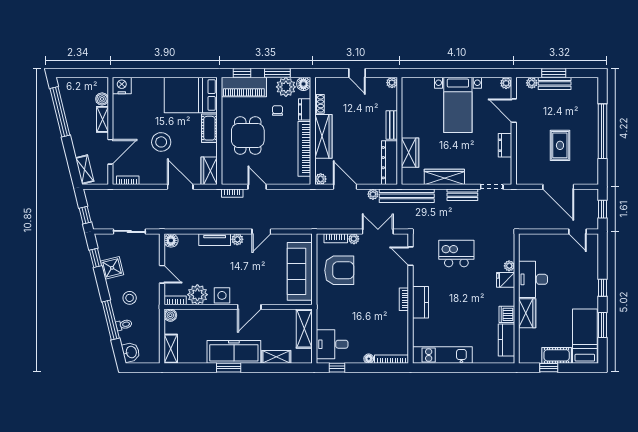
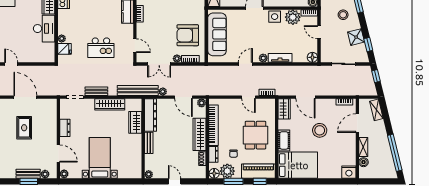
fridge: (506, 280) -> (64, 49), moved

